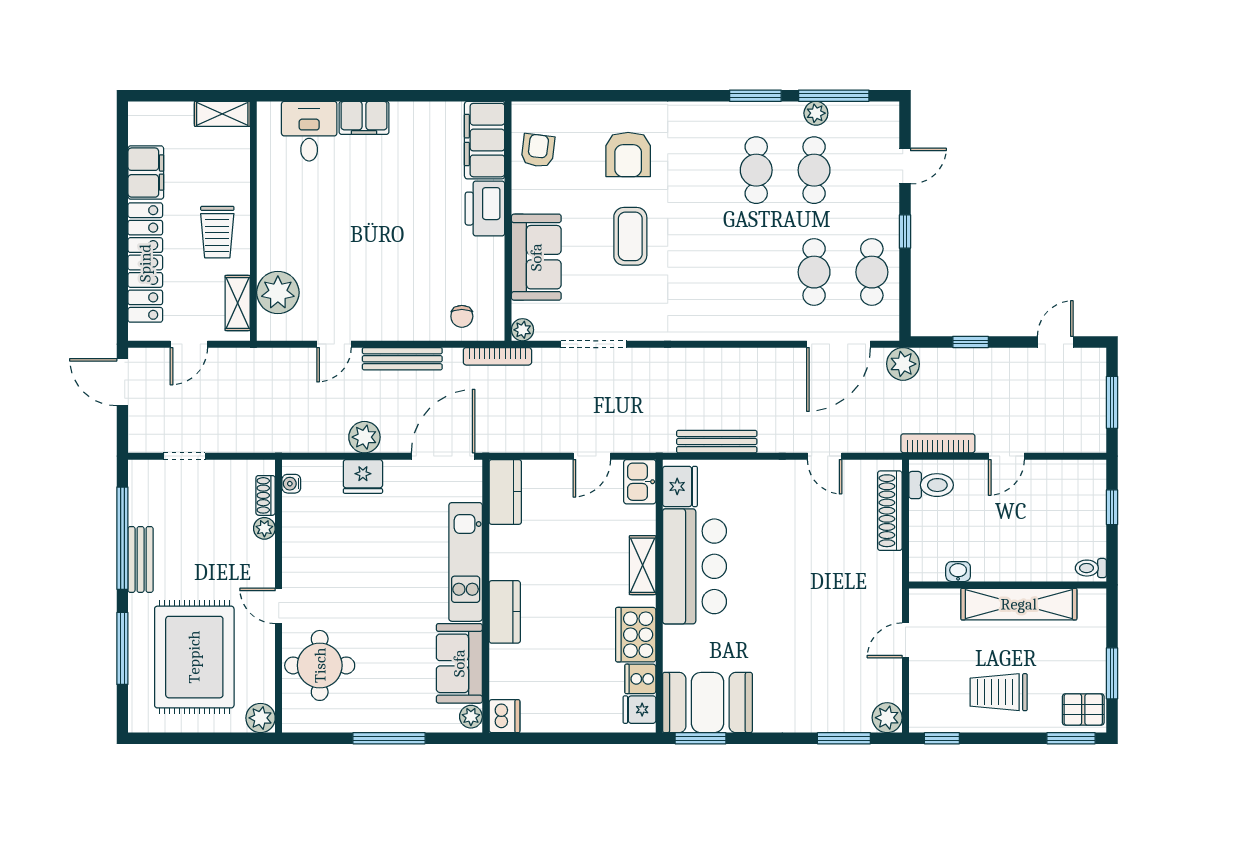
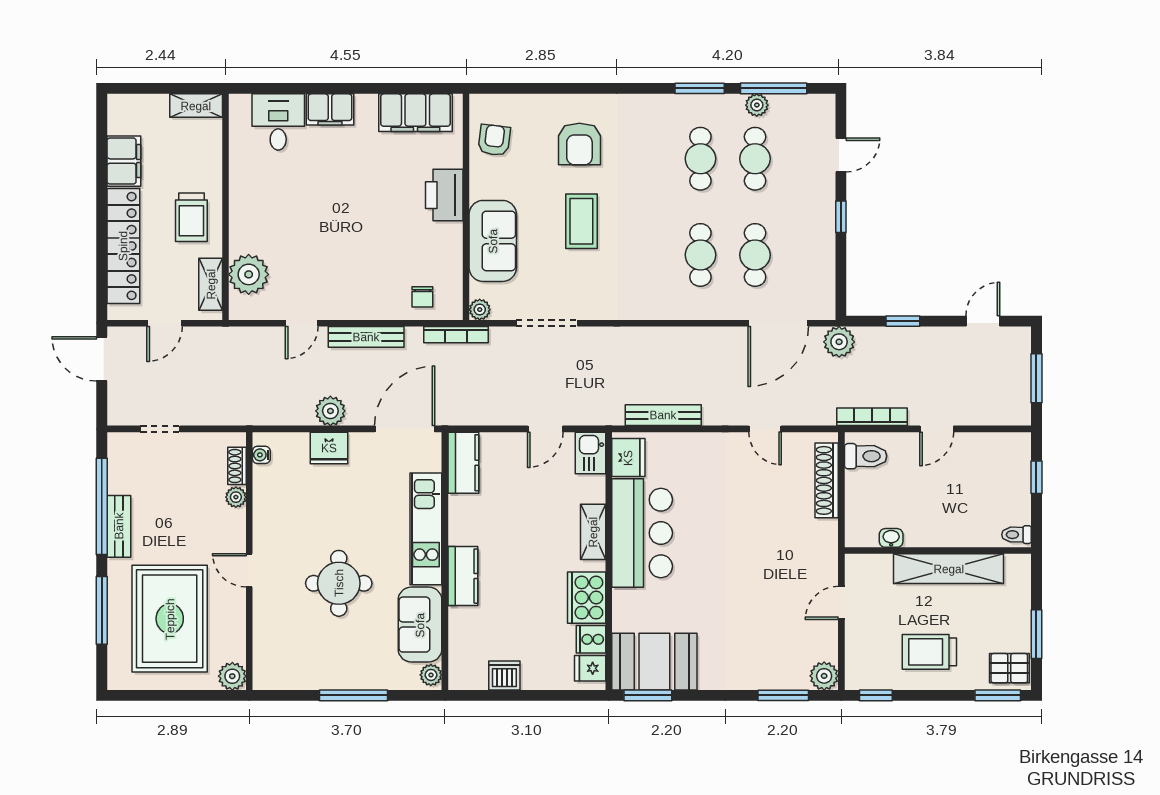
filing cabinet: (485, 140) -> (415, 113), moved, turned -90
cafe table: (872, 272) -> (700, 255), moved
round table: (320, 665) -> (339, 583), moved
dishwasher: (504, 716) -> (504, 676), moved, turned -90

